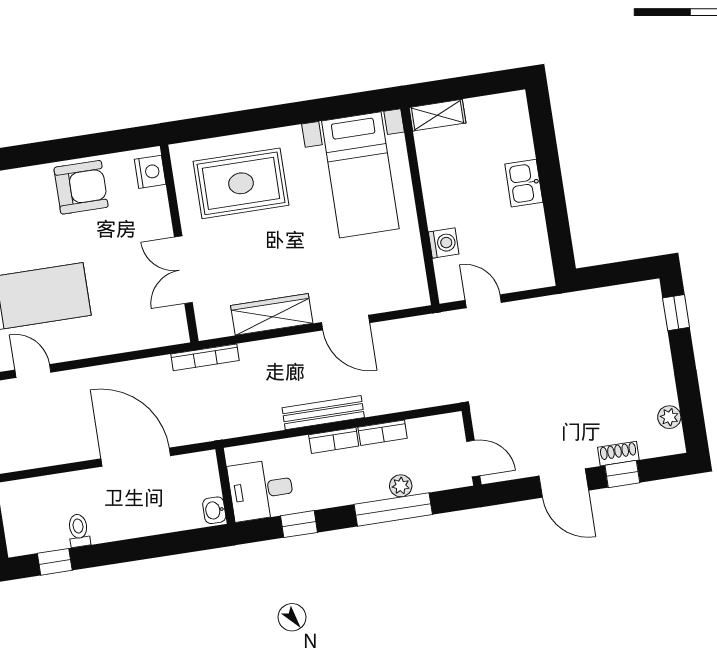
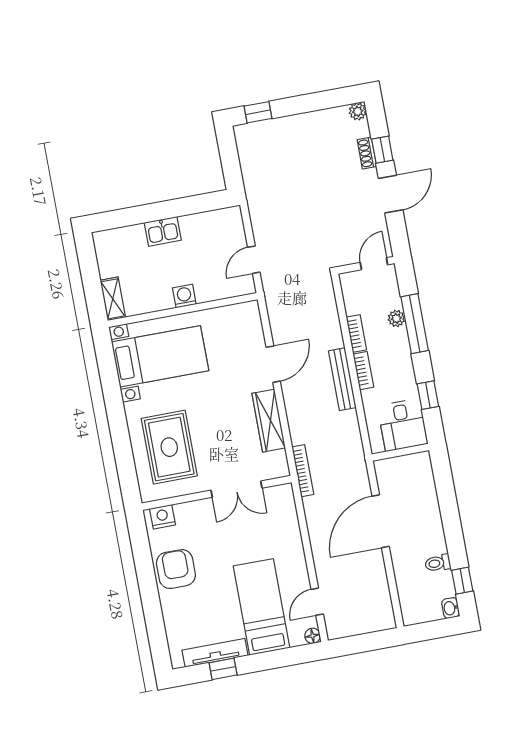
washing machine: (444, 243) -> (184, 296), moved
plant: (669, 417) -> (358, 111), moved
washbasin: (214, 510) -> (451, 608), moved, turned 90

